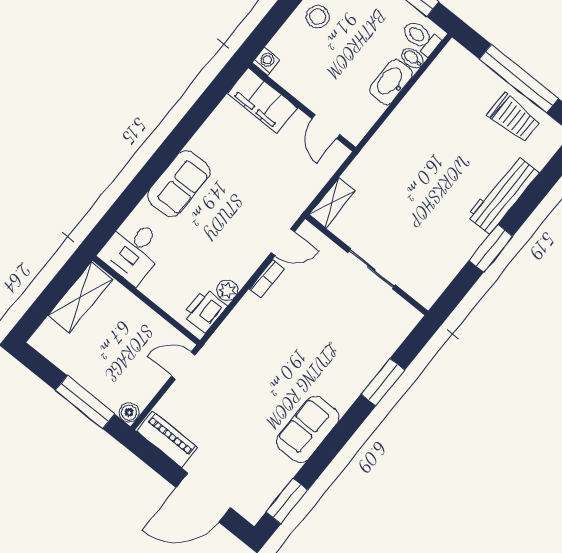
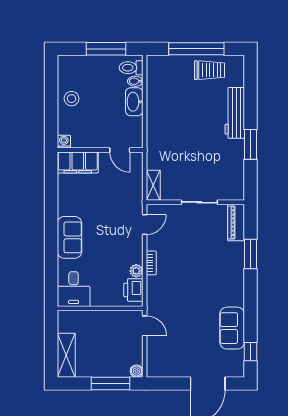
bookcase: (267, 279) -> (151, 263), moved
shelving: (80, 297) -> (66, 355), moved
door: (183, 366) -> (145, 326), swing flipped
sofa: (308, 429) -> (232, 328), moved
piano: (167, 439) -> (236, 223), moved, turned -90
window: (287, 501) -> (250, 352), width x0.67

